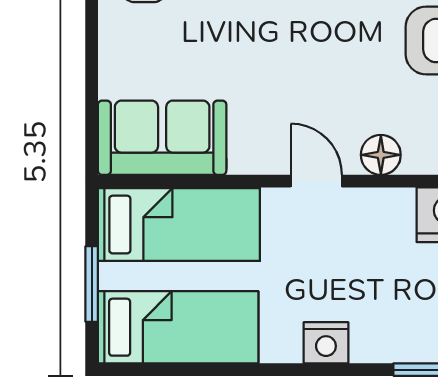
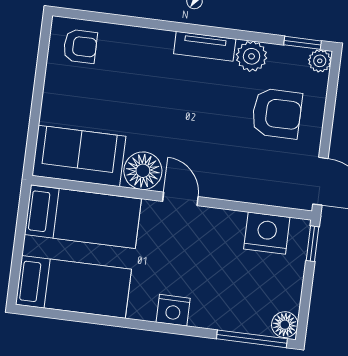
floor lamp: (381, 155) -> (143, 171), moved, width x1.38, depth x1.38
window: (92, 284) -> (18, 250), removed

